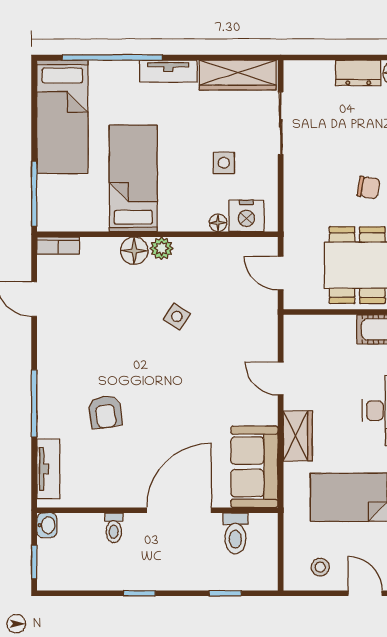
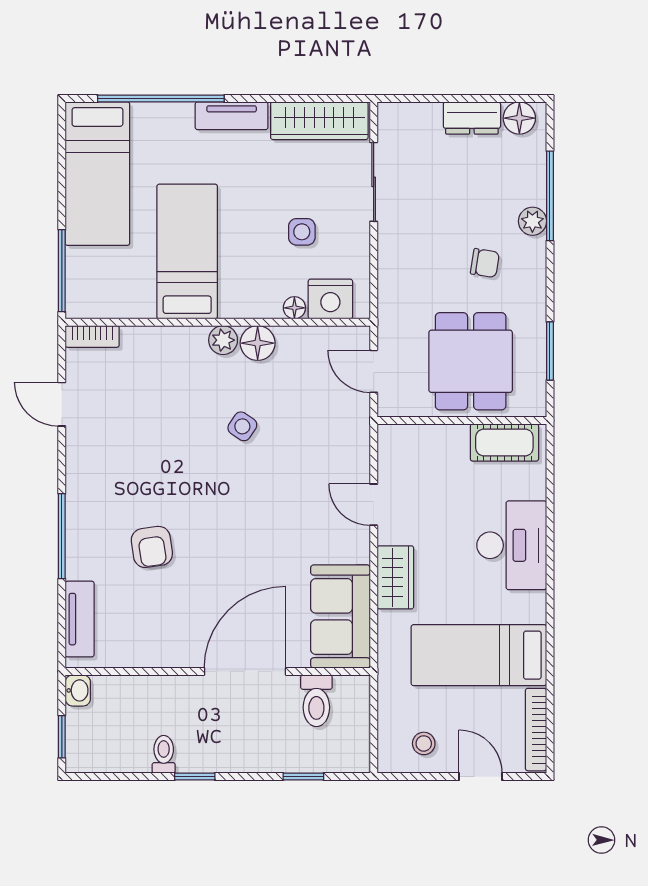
floor lamp: (134, 251) -> (258, 343), moved
toilet: (114, 528) -> (164, 754), moved, turned 180

